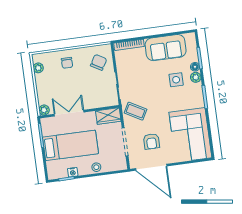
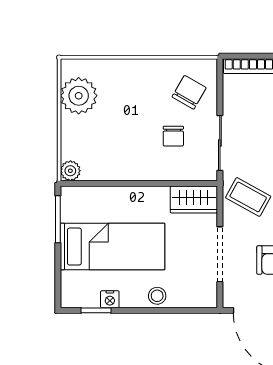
chair: (67, 63) -> (173, 136), moved
plant: (38, 68) -> (79, 96), width x1.88, depth x1.88
double door: (69, 113) -> (118, 183), removed

